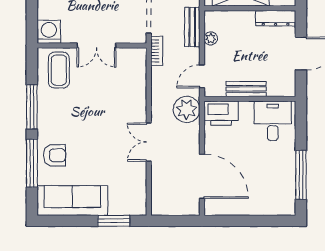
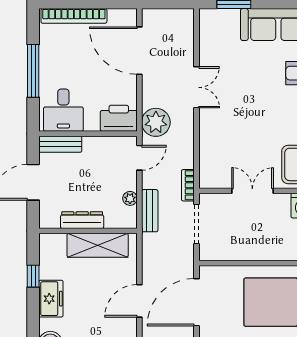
dresser: (276, 18) -> (82, 220), moved
bench: (246, 89) -> (60, 144), moved
window: (301, 175) -> (33, 71), moved
bookcase: (263, 209) -> (74, 16), added

